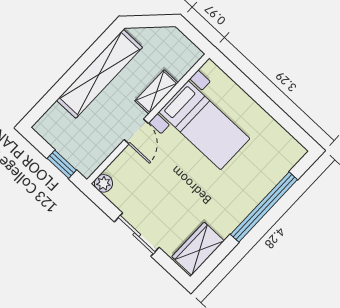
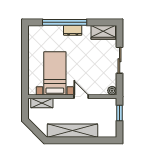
shelving: (156, 92) -> (42, 103), moved
door: (136, 131) -> (81, 97), hinge flipped
dresser: (242, 208) -> (73, 30), added

